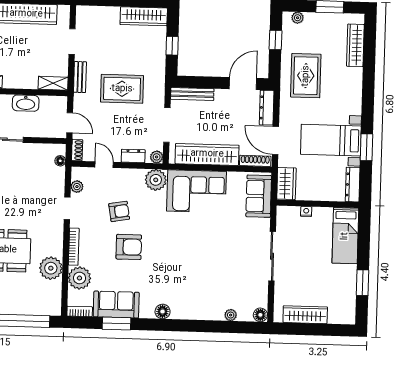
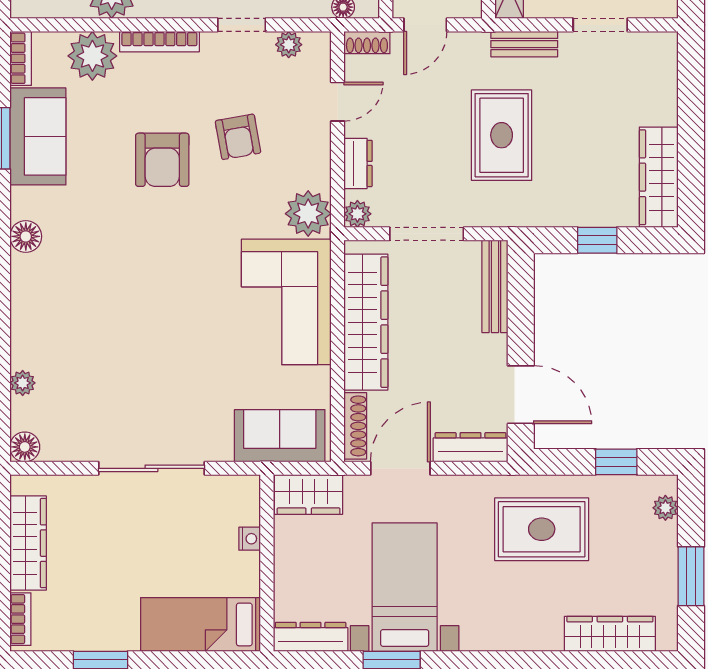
bookcase: (340, 319) -> (20, 619), added

